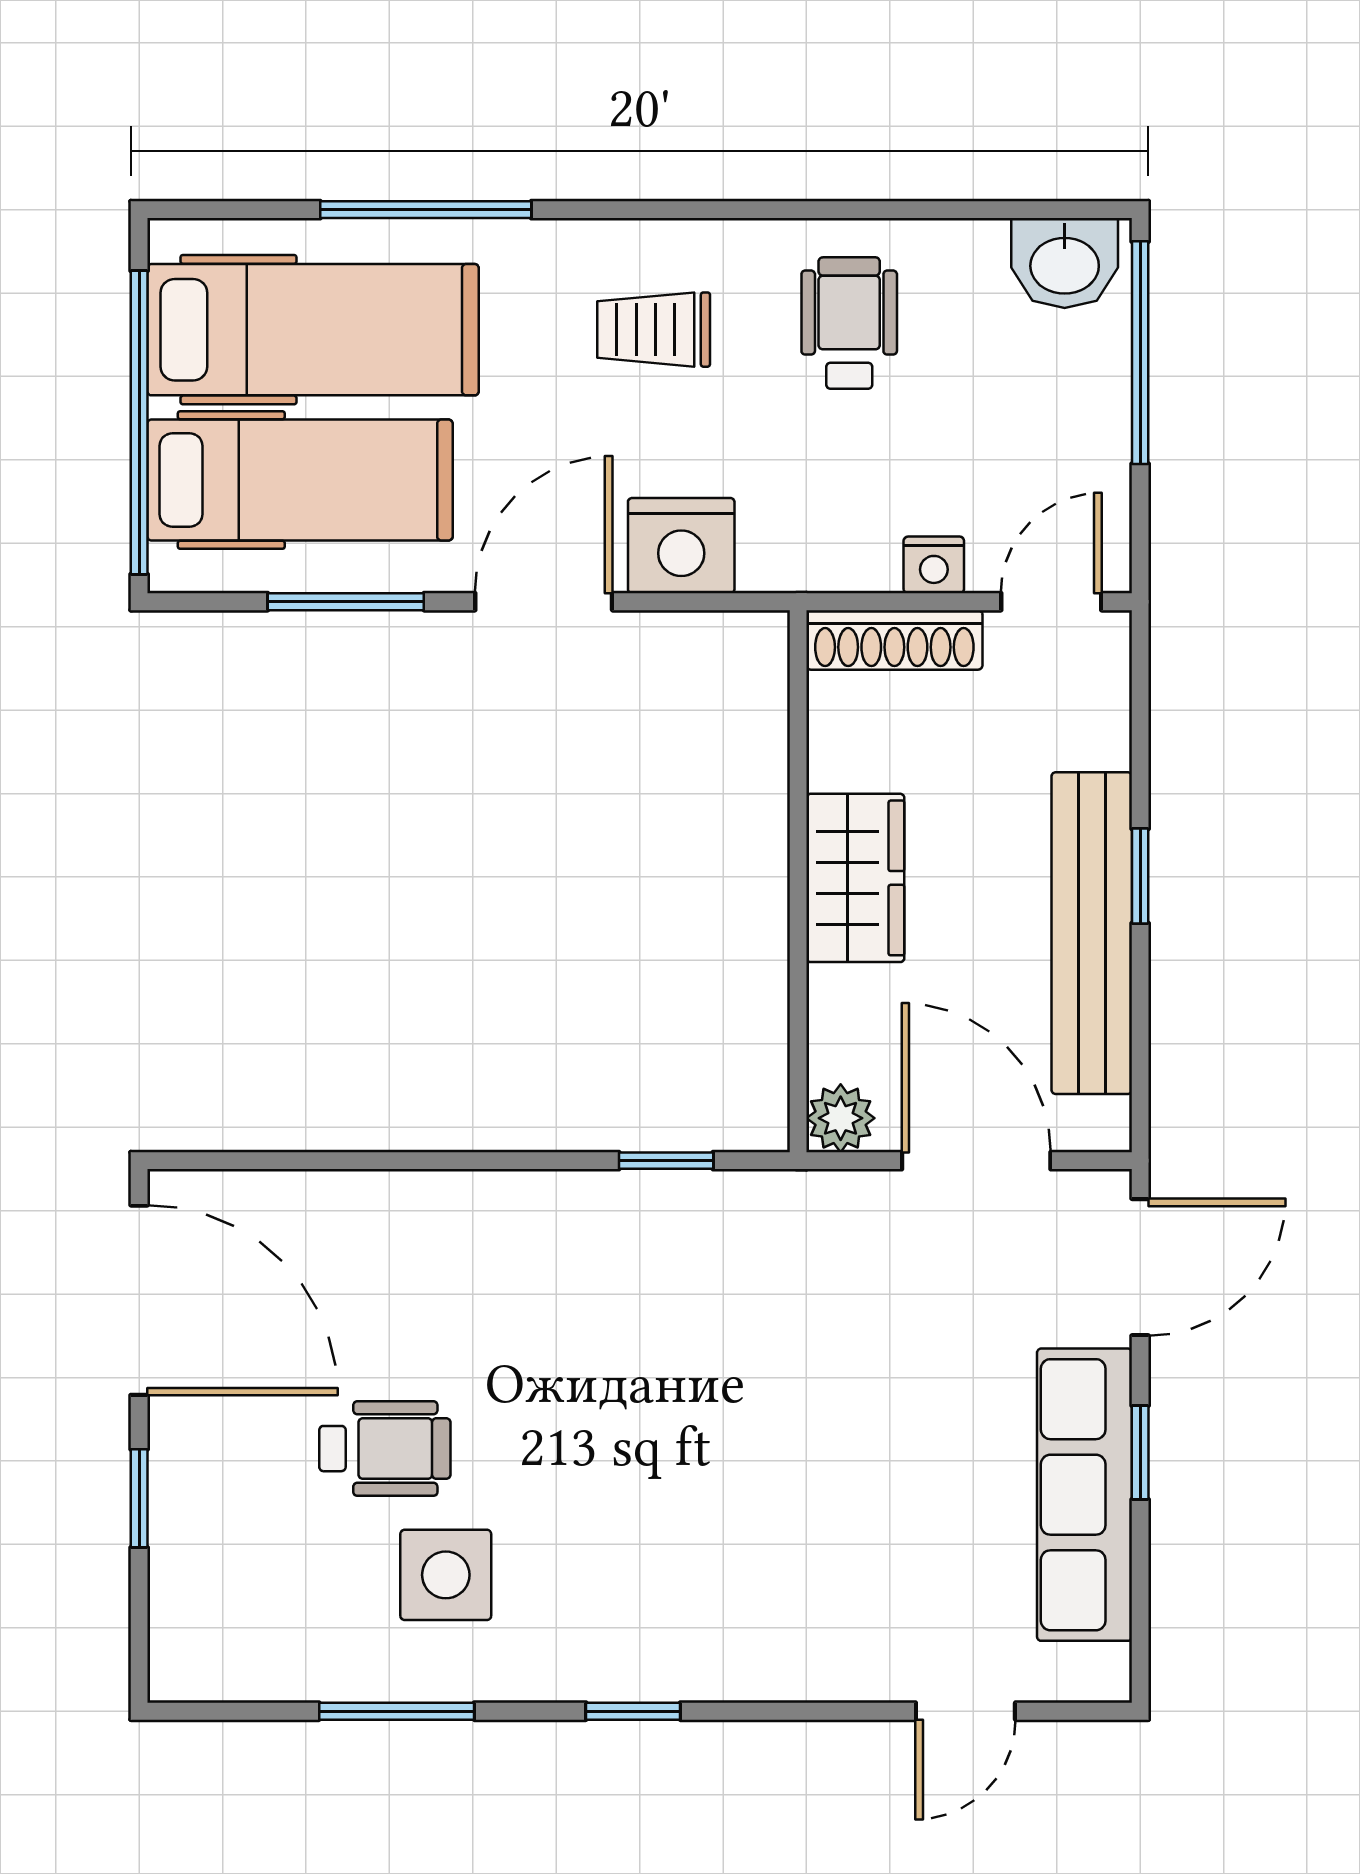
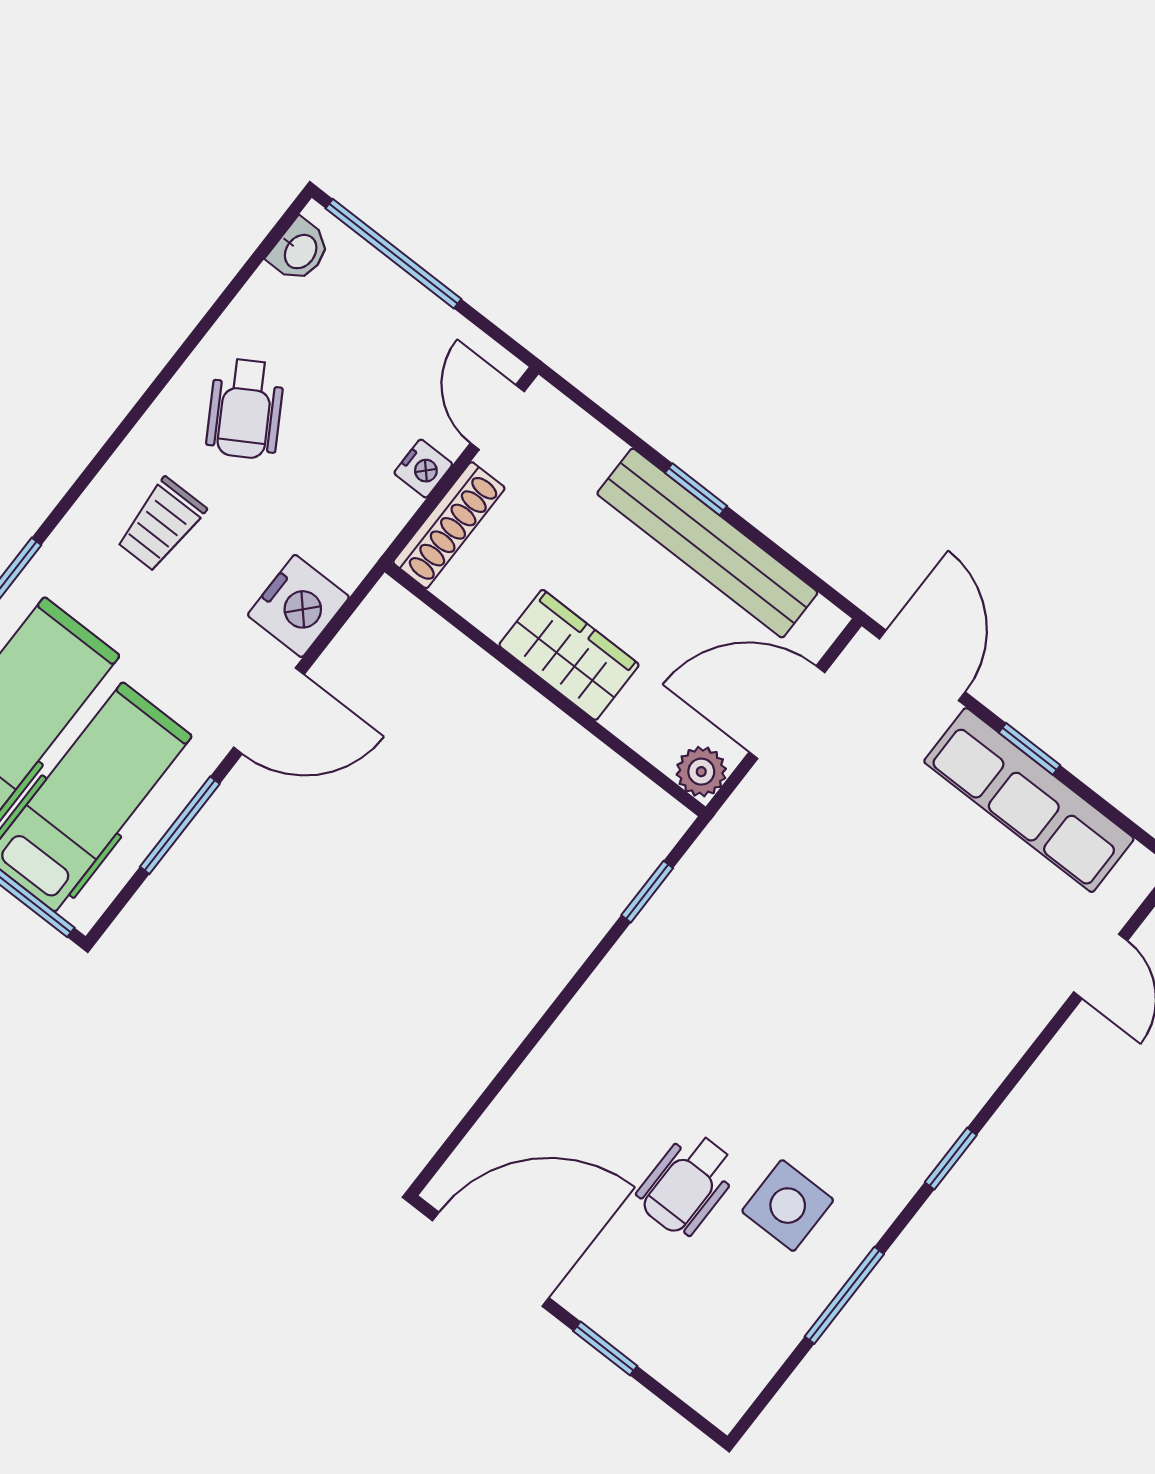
washbasin: (1065, 263) -> (300, 251), width x0.72, depth x0.69
wheelchair: (849, 323) -> (245, 409), turned -121
door: (544, 602) -> (269, 711), swing flipped
wheelchair: (385, 1449) -> (687, 1184), turned 180

